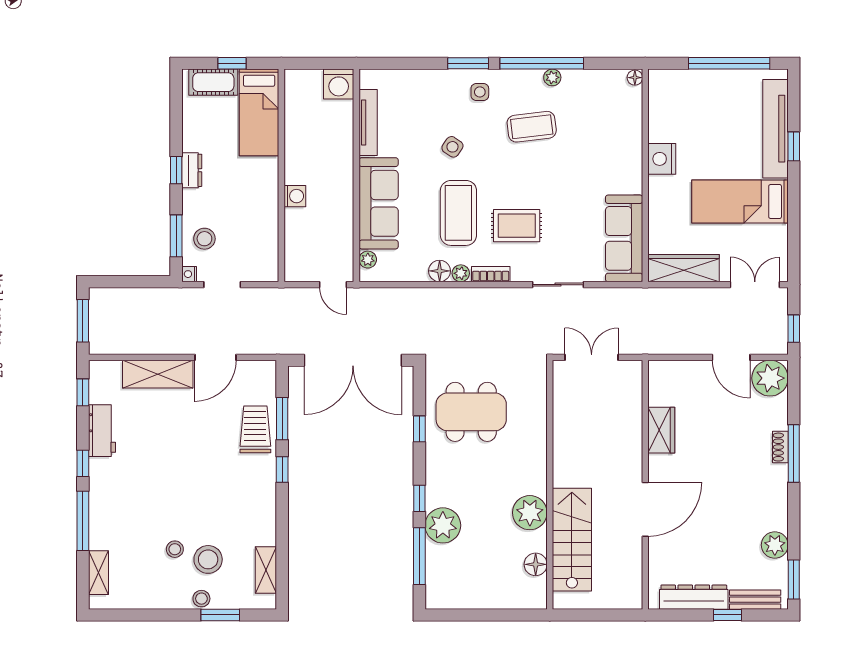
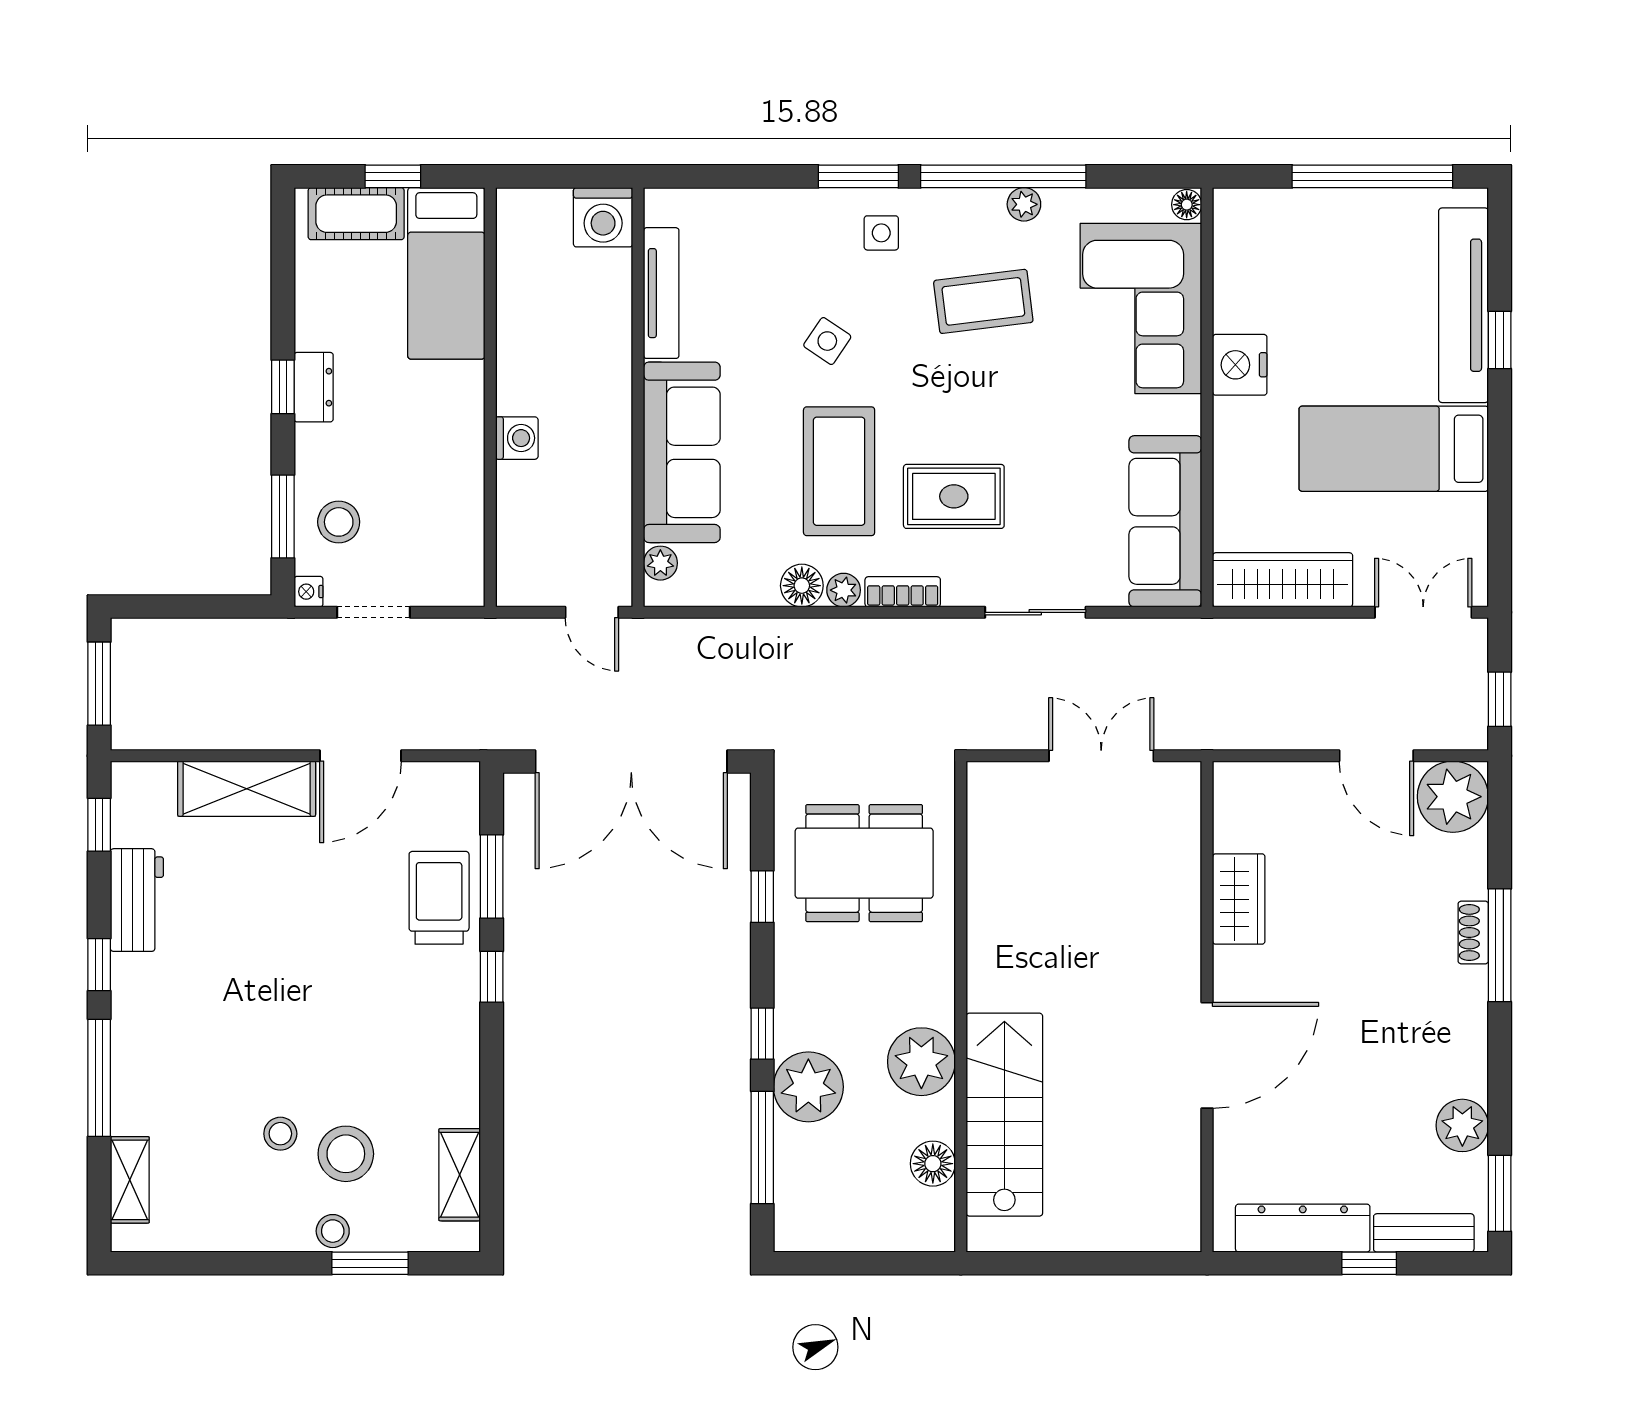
corner sofa: (612, 130) -> (1141, 308), added
wall: (550, 485) -> (961, 1007), moved
plant: (530, 513) -> (921, 1062), moved
stairs: (572, 540) -> (1004, 1115), moved
floor lamp: (536, 564) -> (933, 1164), moved

